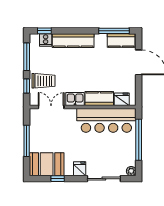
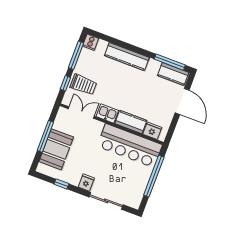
window: (44, 31) -> (103, 37), removed
cooker: (46, 40) -> (91, 42), moved
booth: (47, 164) -> (56, 149), moved, turned 90
plant: (131, 171) -> (135, 204), removed

